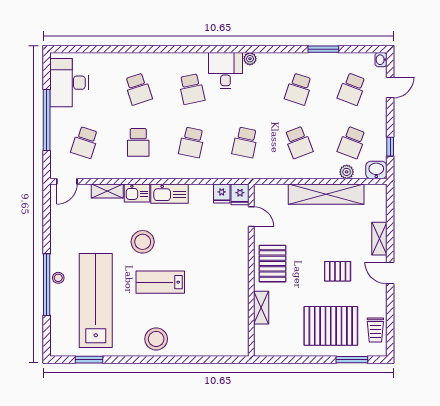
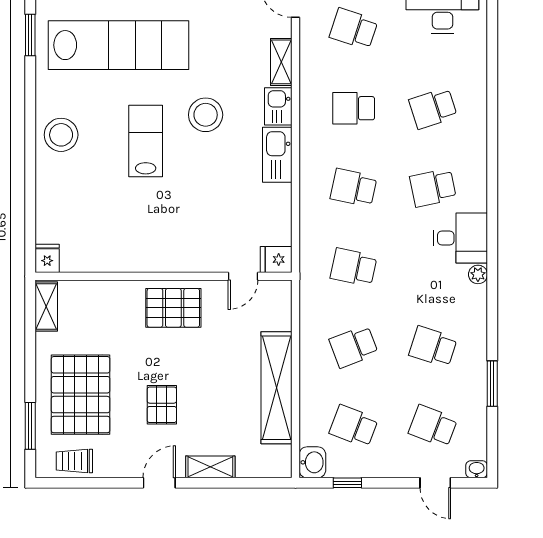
plant: (347, 172) -> (310, 418), removed
fridge: (222, 193) -> (47, 258), moved, turned 90
shelving: (261, 308) -> (46, 306), moved, turned 90

